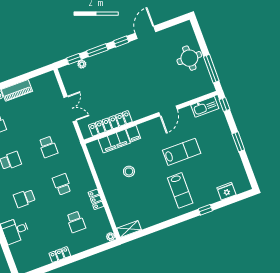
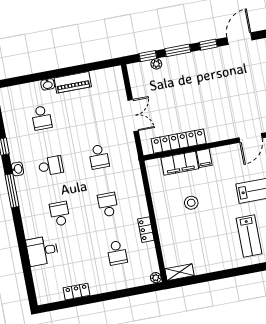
school desk: (24, 198) -> (60, 214), turned 90
locker: (60, 255) -> (77, 292), moved

